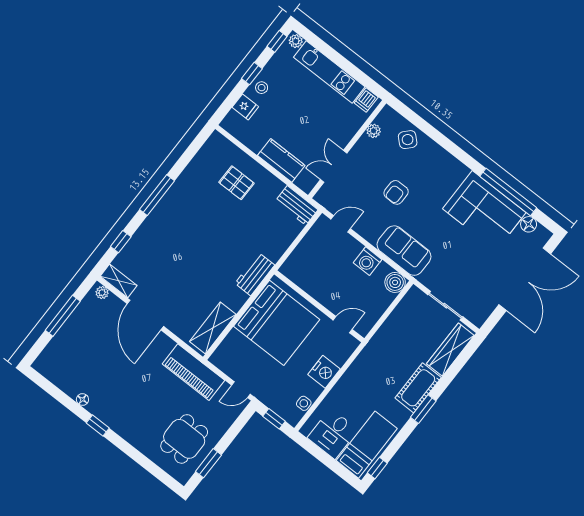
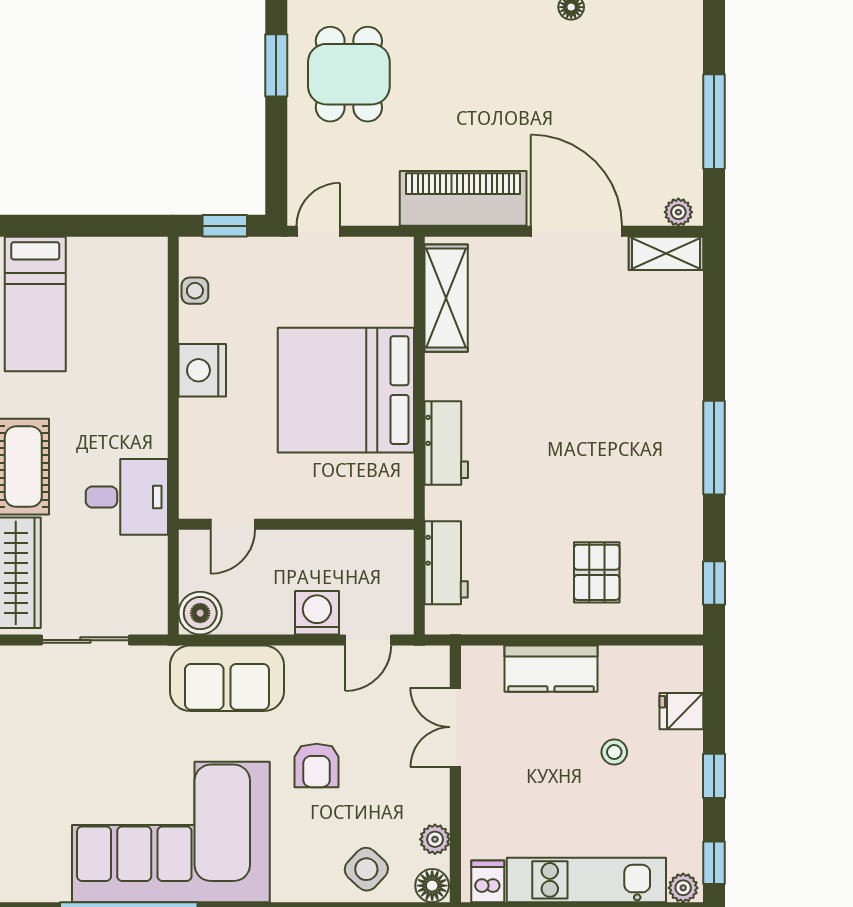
stool: (262, 88) -> (614, 752), moved
double door: (334, 166) -> (455, 727), swing flipped
pallet: (236, 183) -> (597, 572), turned 90
armchair: (396, 192) -> (317, 765), turned 180
workbench: (297, 205) -> (446, 563), moved, turned 90
corner sofa: (484, 211) -> (171, 832), width x1.36, depth x1.36
floor lamp: (529, 224) -> (432, 886), moved
window: (121, 242) -> (714, 583), moved
washing machine: (368, 261) -> (317, 613), moved
wall: (319, 306) -> (296, 524), moved
door: (343, 325) -> (233, 524), moved
piano: (193, 372) -> (463, 198), moved
desk: (333, 434) -> (127, 497), moved, turned 90

